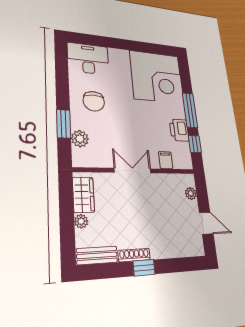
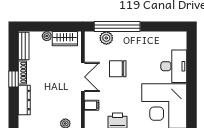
desk: (88, 59) -> (174, 66), moved
chair: (94, 101) -> (118, 69), moved
window: (64, 124) -> (117, 26), width x2.11
dresser: (170, 250) -> (24, 100), added

